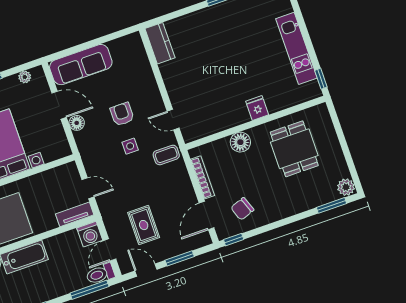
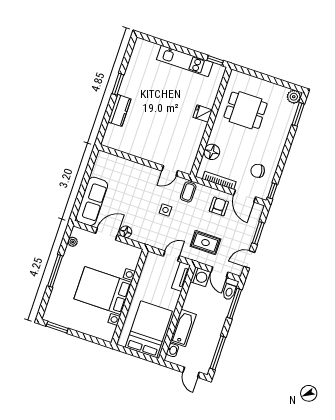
kitchen counter: (160, 43) -> (119, 110), moved, turned 90
armchair: (122, 114) -> (219, 206), moved, turned 90
floor lamp: (240, 142) -> (212, 152), moved
chair: (242, 209) -> (258, 171), turned 101
rug: (144, 225) -> (205, 243), moved

